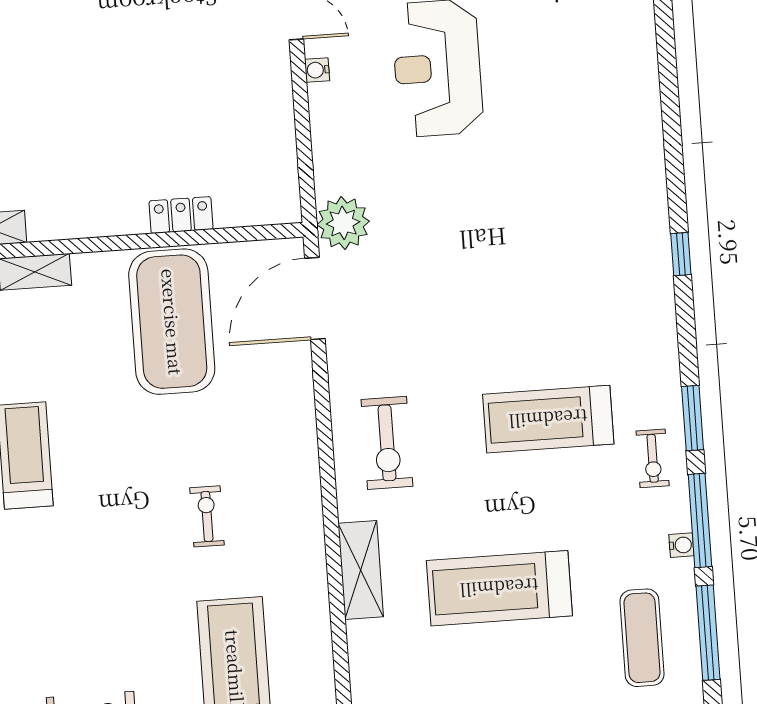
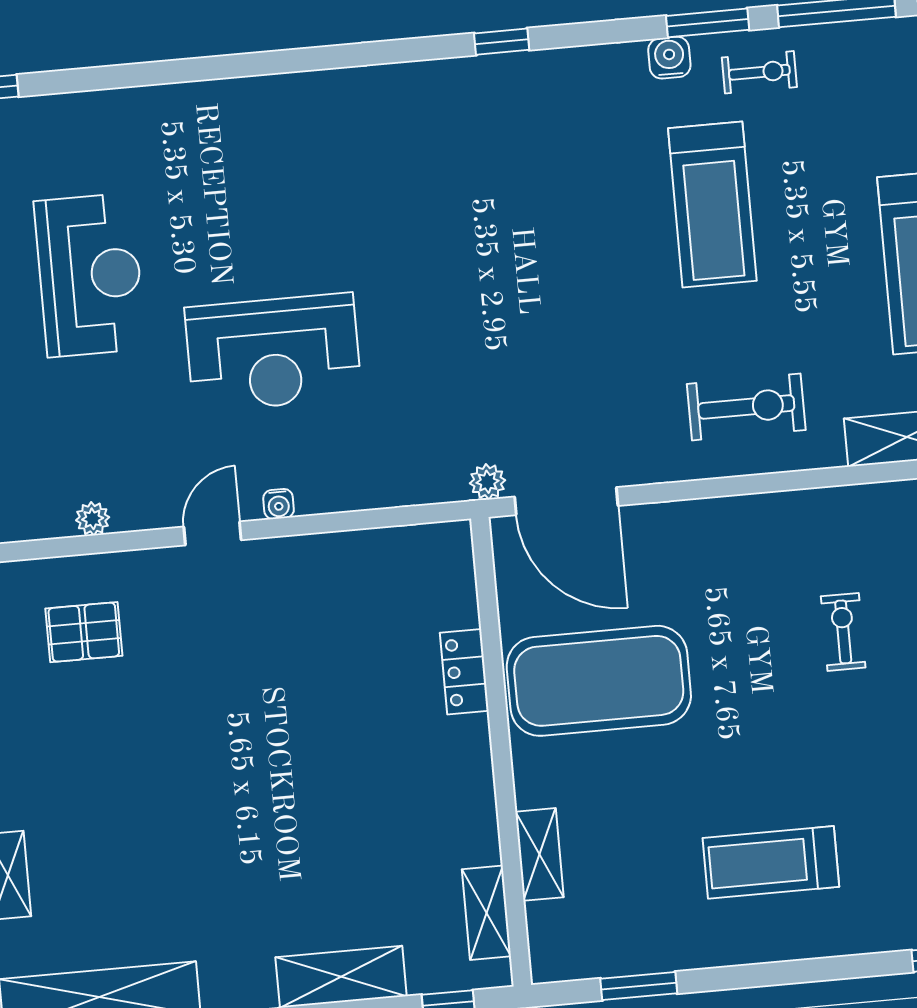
plant: (343, 223) -> (488, 482), width x0.53, depth x0.53
exercise bike: (207, 516) -> (843, 632), turned 90
water cooler: (681, 545) -> (669, 58), moved, width x1.38, depth x1.38

